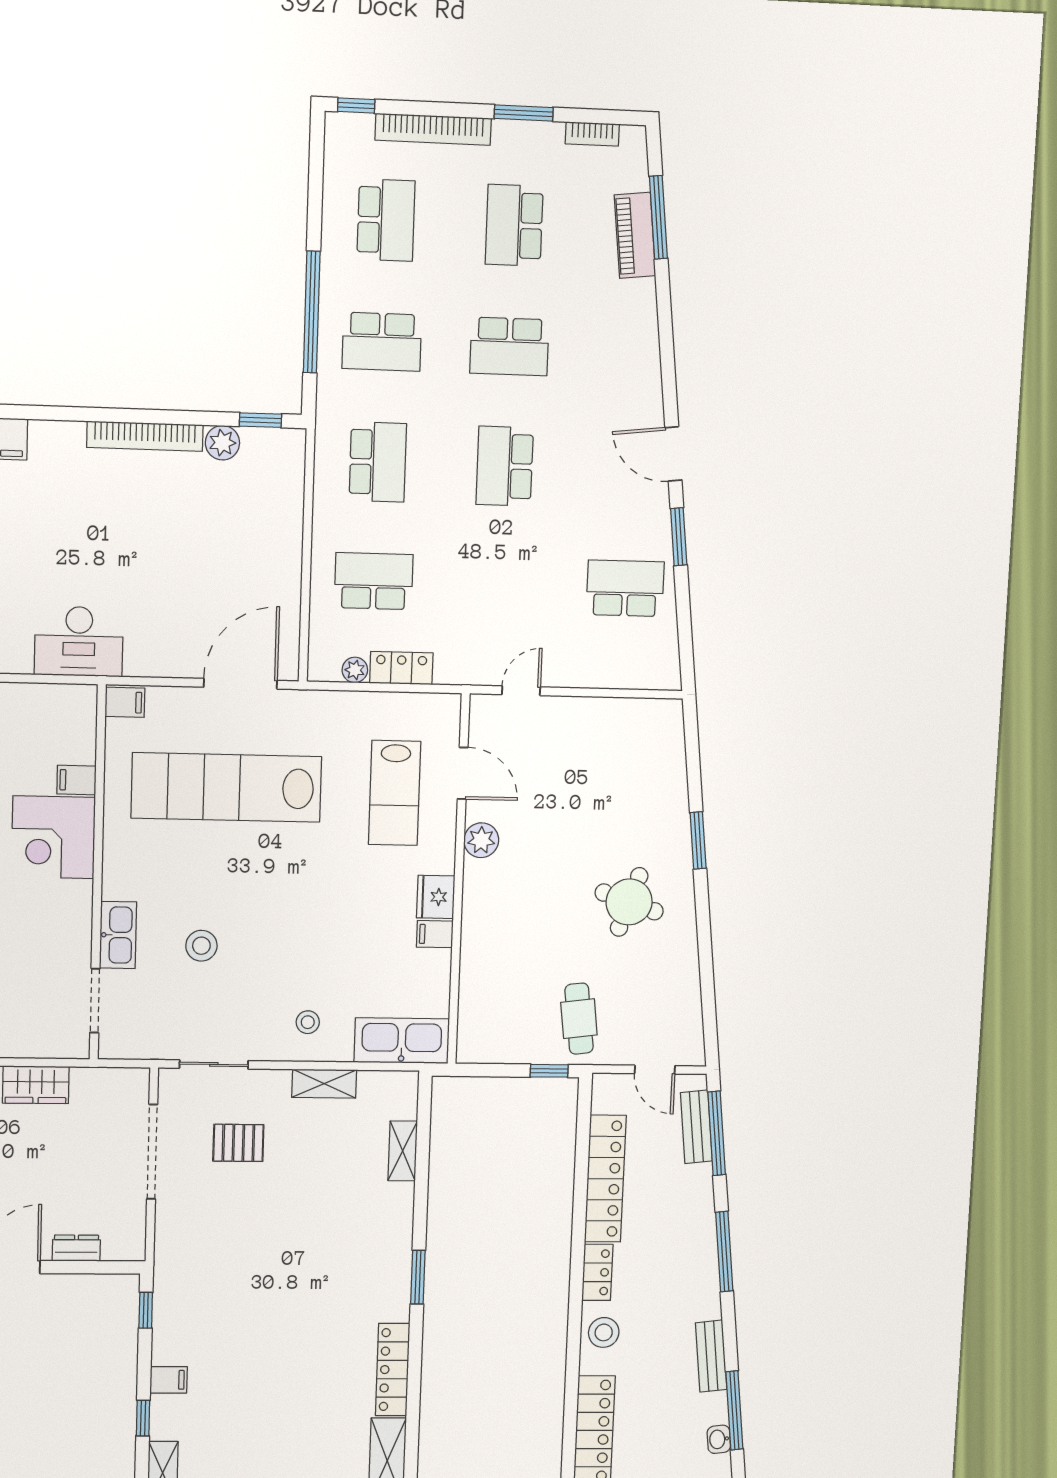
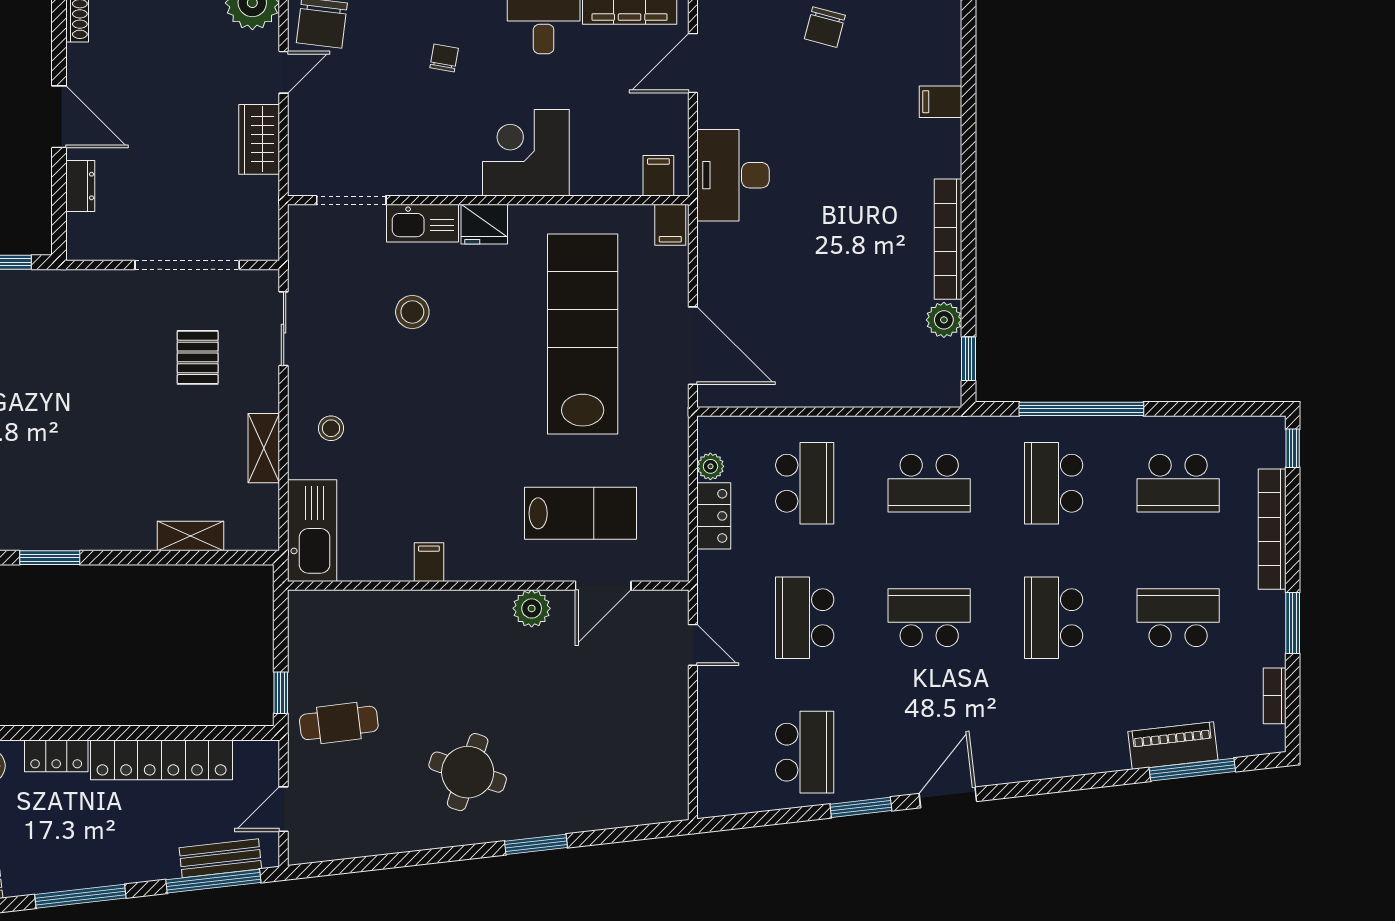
school desk: (500, 585) -> (805, 618), added
filing cabinet: (76, 780) -> (658, 176), moved
lab bench: (395, 793) -> (581, 513), turned 180
fridge: (436, 897) -> (484, 224), moved, turned 180

